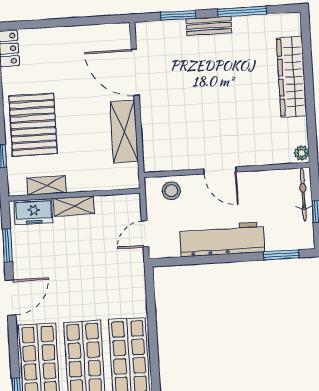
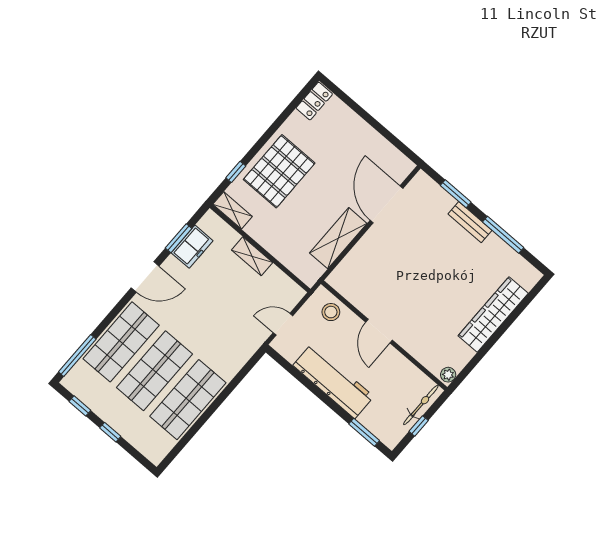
shelving: (47, 185) -> (233, 210), moved
freezer: (34, 212) -> (192, 247), moved, turned -90

